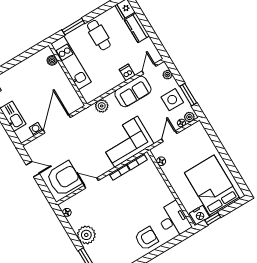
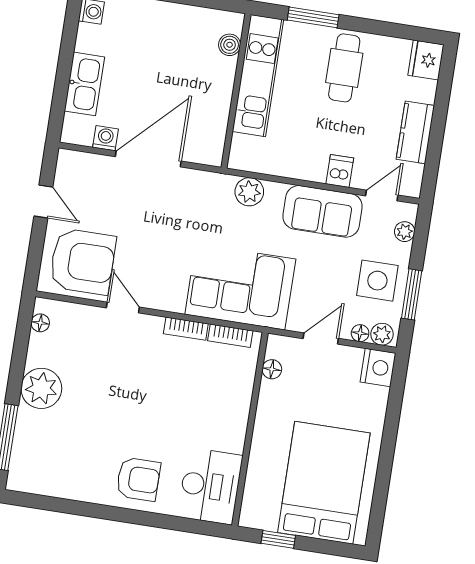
kitchen counter: (137, 28) -> (415, 132), moved
nightstand: (199, 215) -> (378, 367), moved, turned -90

